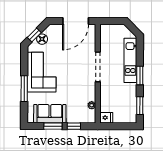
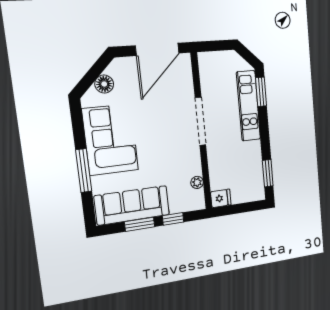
window: (34, 35) -> (90, 78), removed
window: (140, 75) -> (261, 92), moved
sofa: (50, 114) -> (132, 205), width x1.36

